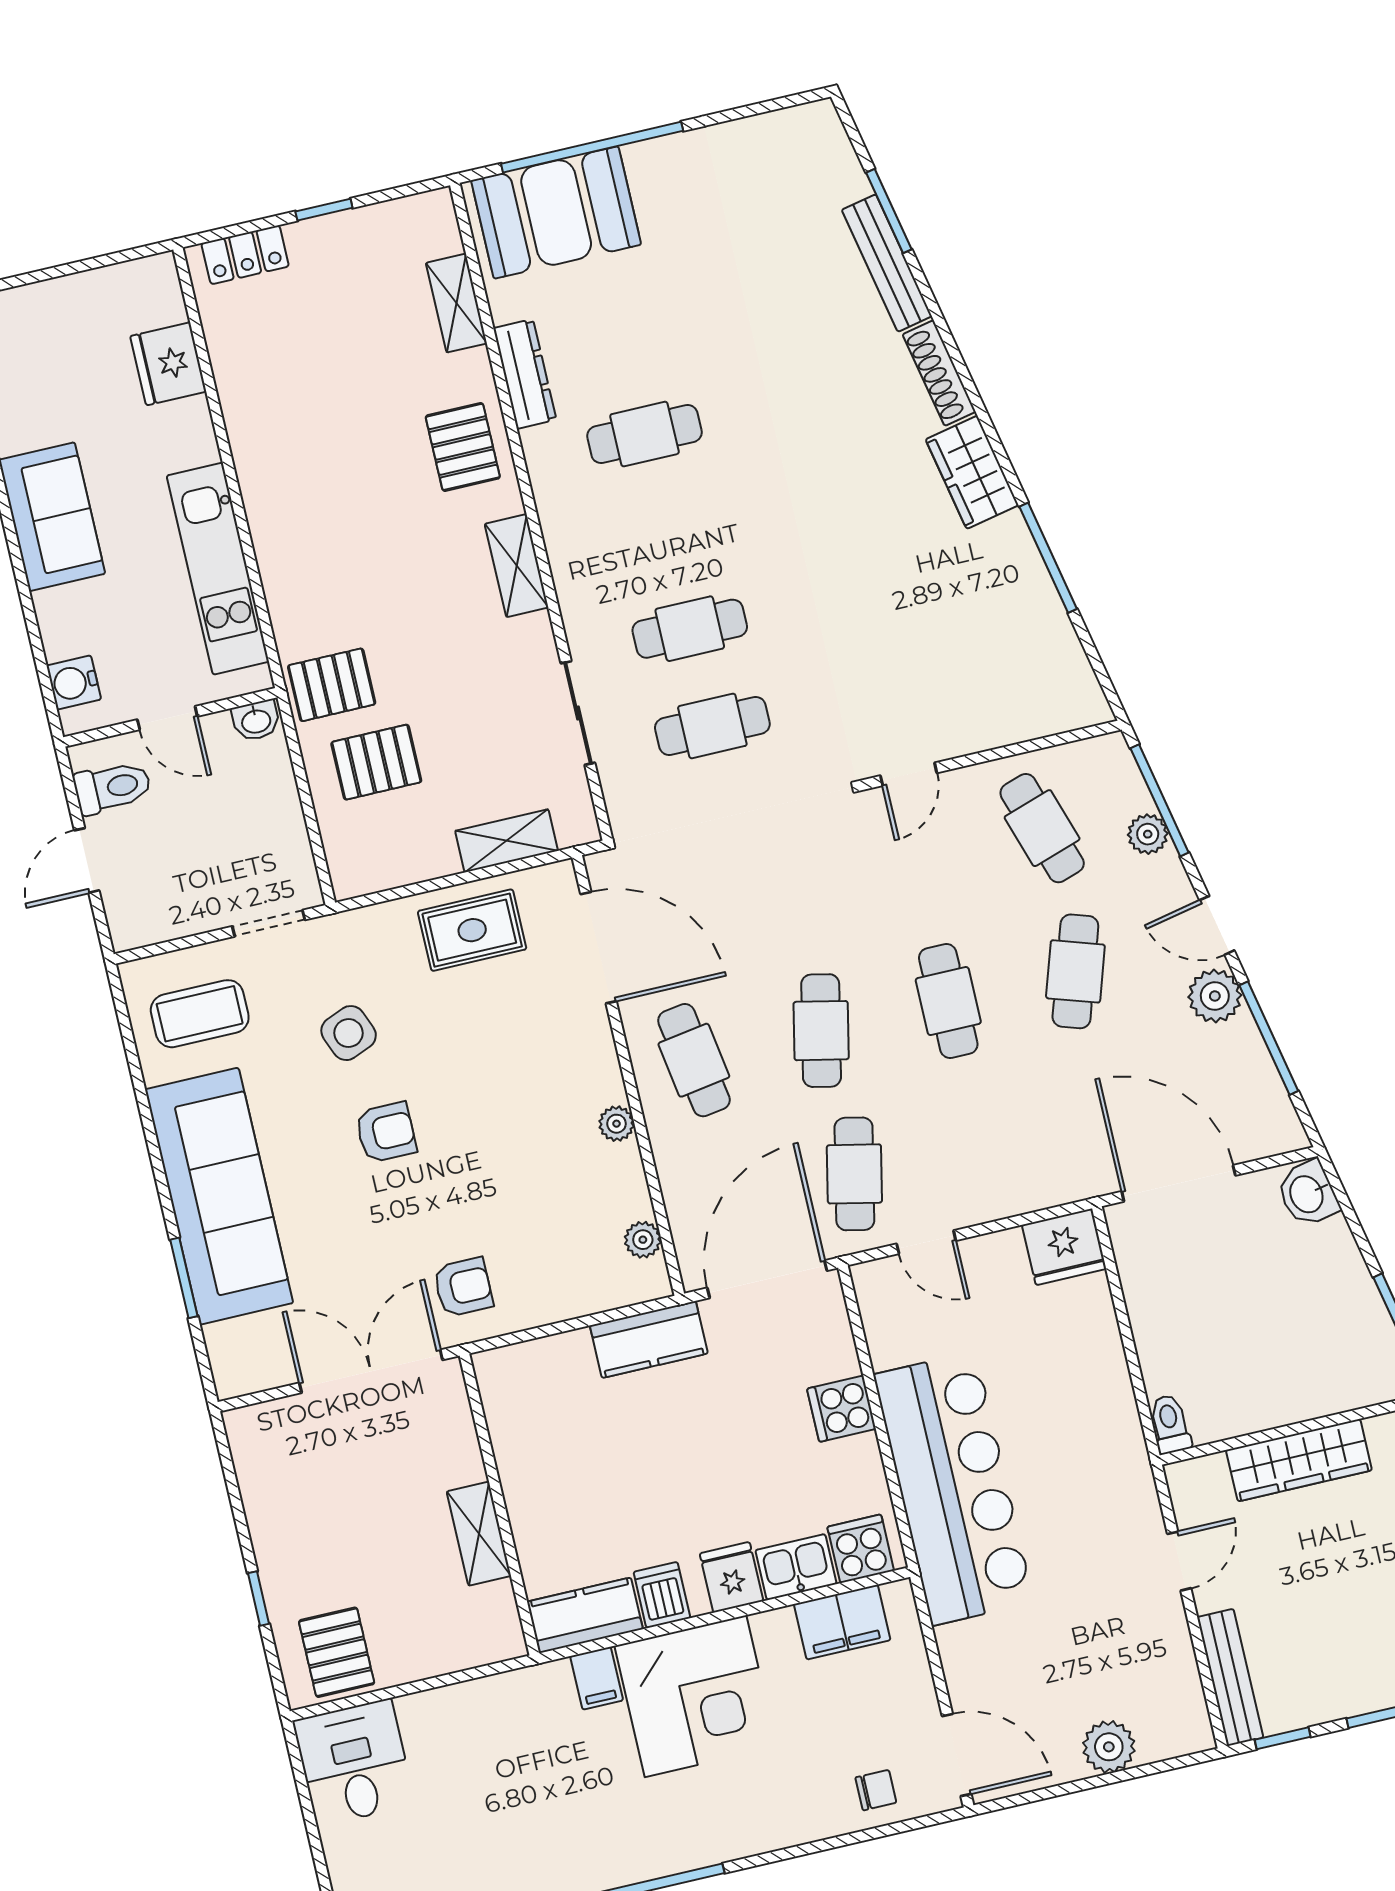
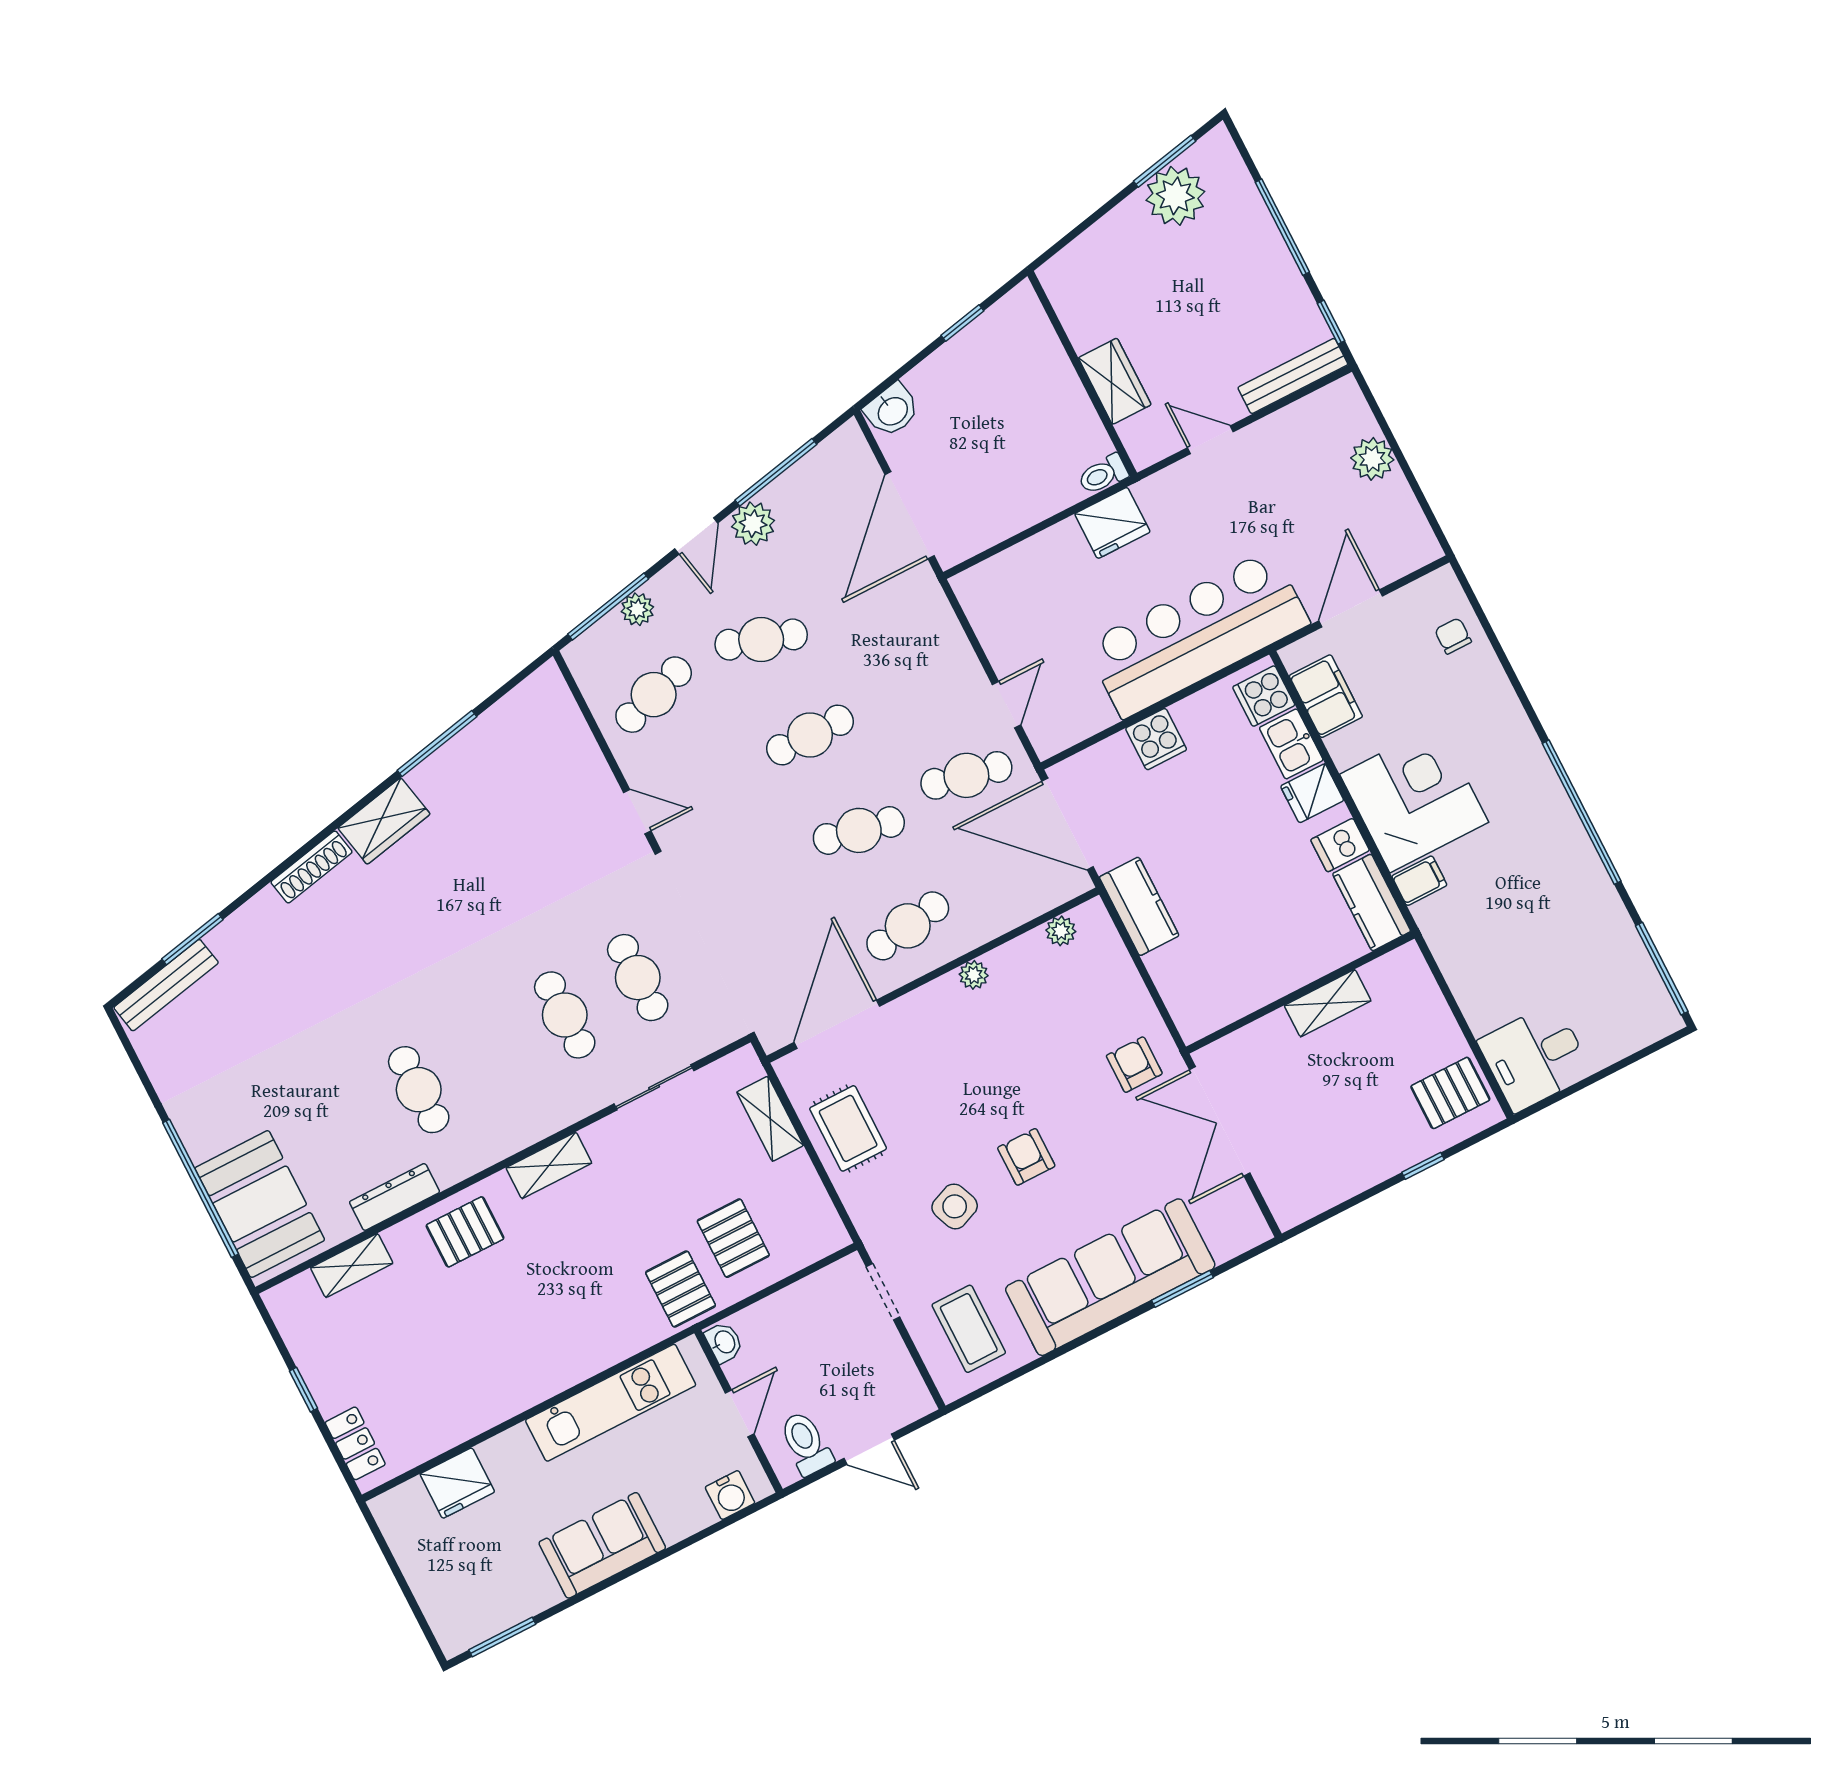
bench: (887, 263) -> (166, 985), moved
fridge: (1064, 1247) -> (1112, 523), moved, turned 90
wardrobe: (1299, 1460) -> (1115, 381), width x0.67
door: (957, 1755) -> (1351, 608), moved

